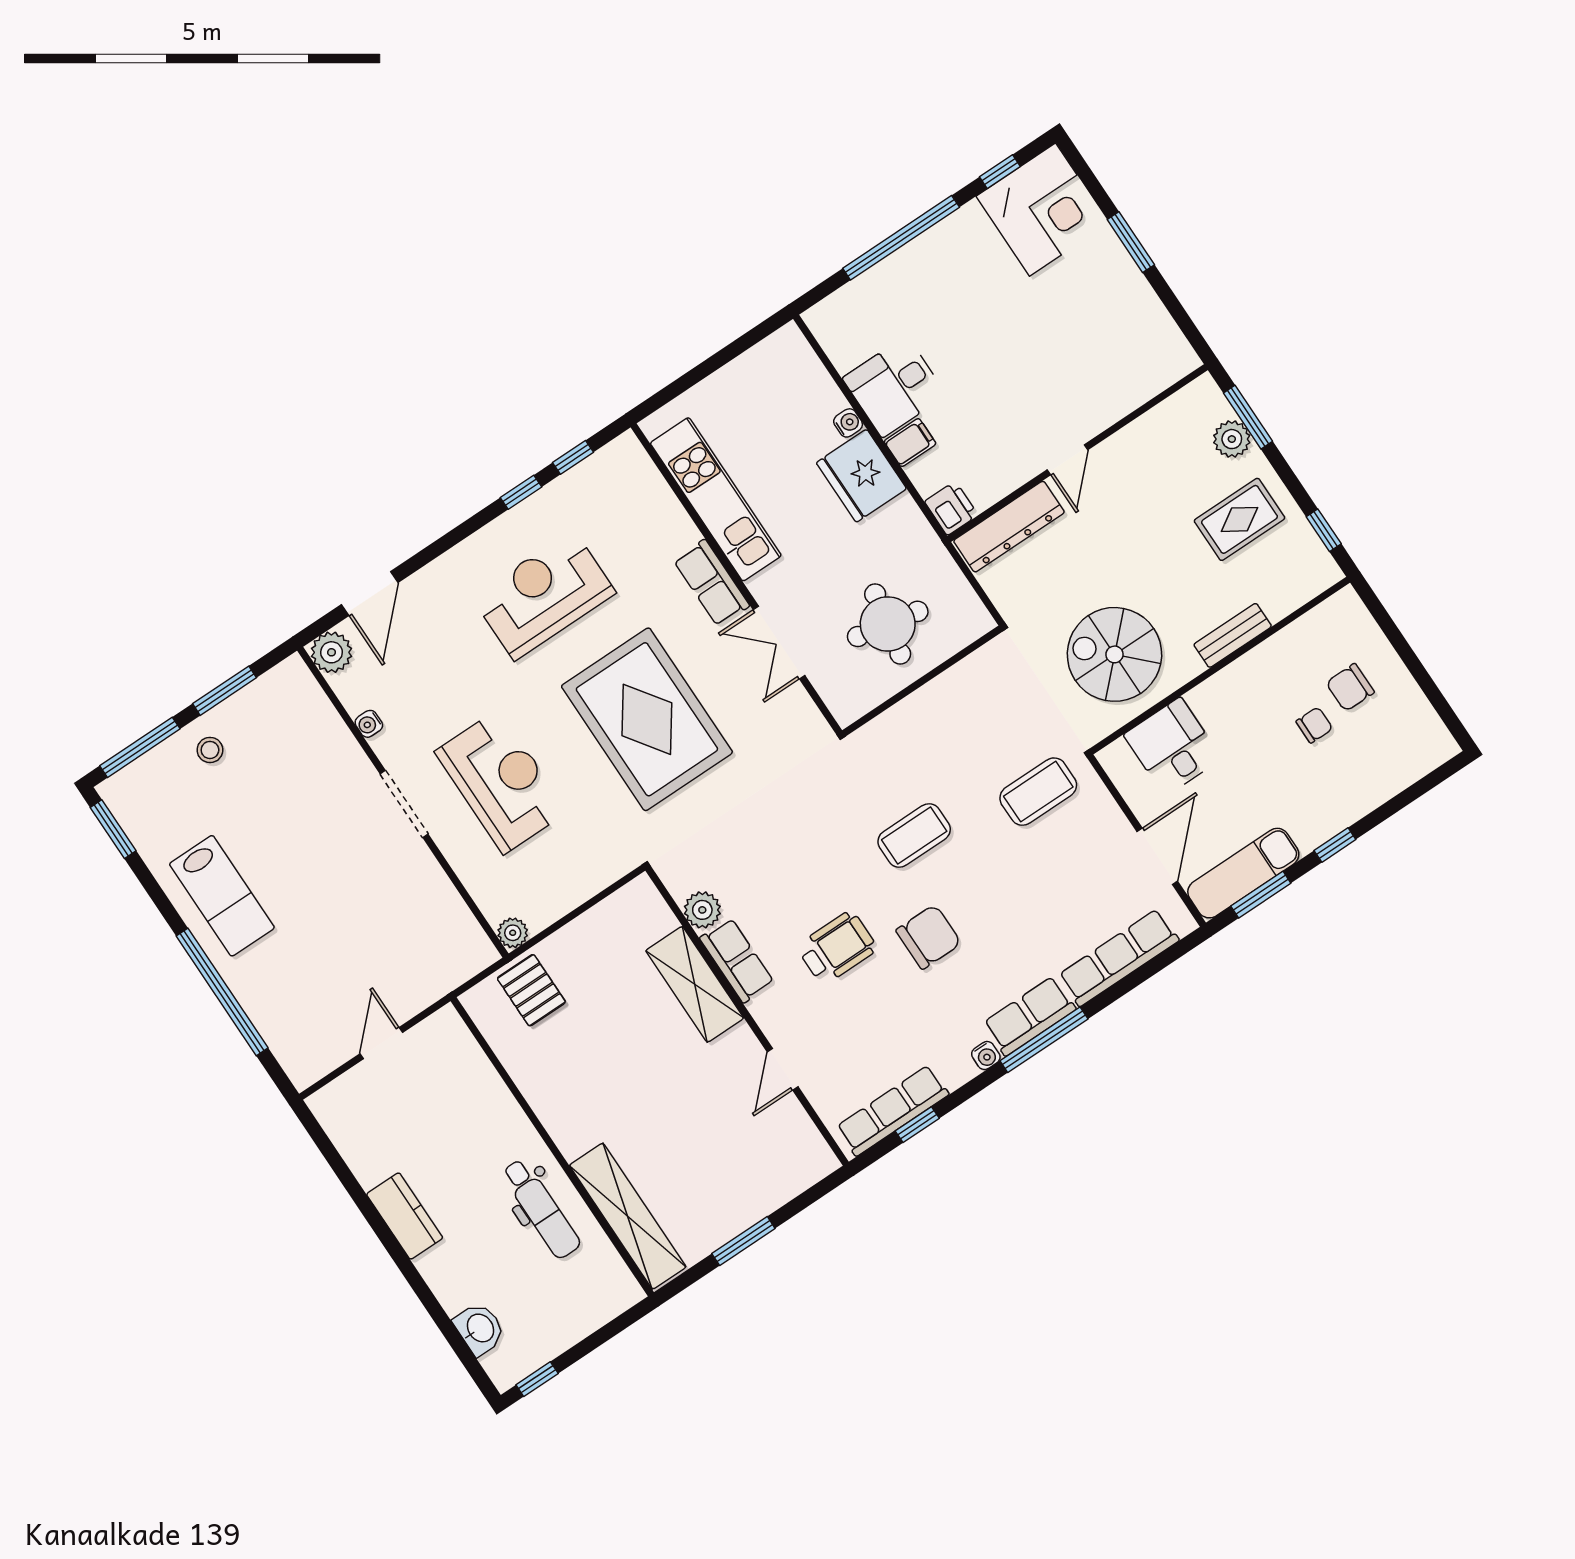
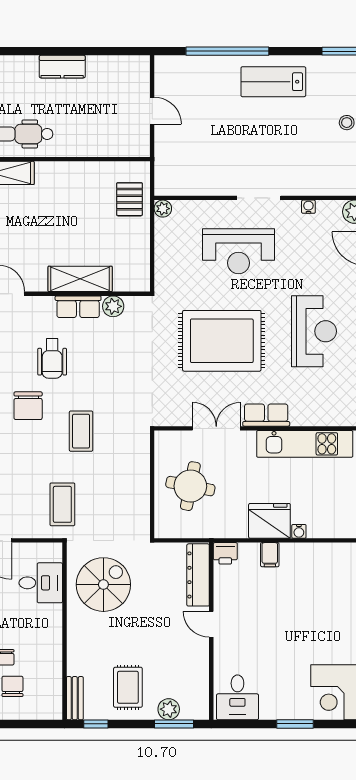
desk: (894, 387) -> (237, 697), moved, turned 180
bench: (1233, 635) -> (75, 698), moved
pallet: (531, 990) -> (129, 199), turned 90

